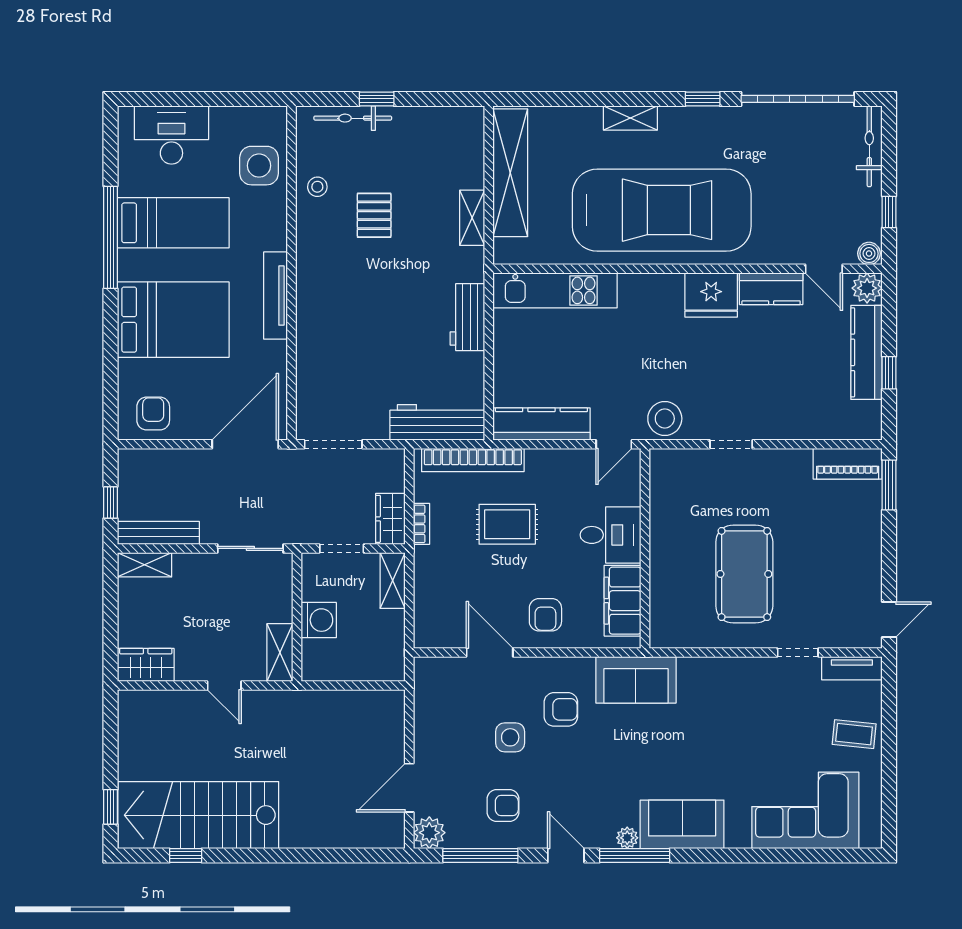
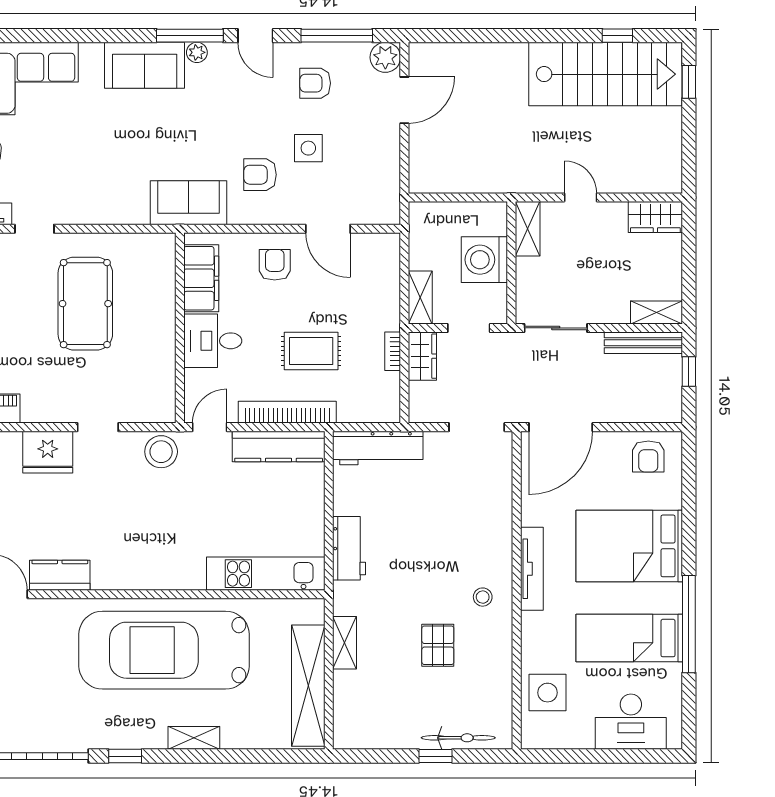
stool: (317, 187) -> (483, 597), moved
fridge: (711, 295) -> (48, 452), moved, turned 180
bookcase: (473, 460) -> (287, 412), moved
washing machine: (319, 620) -> (484, 260), width x1.37, depth x1.37

